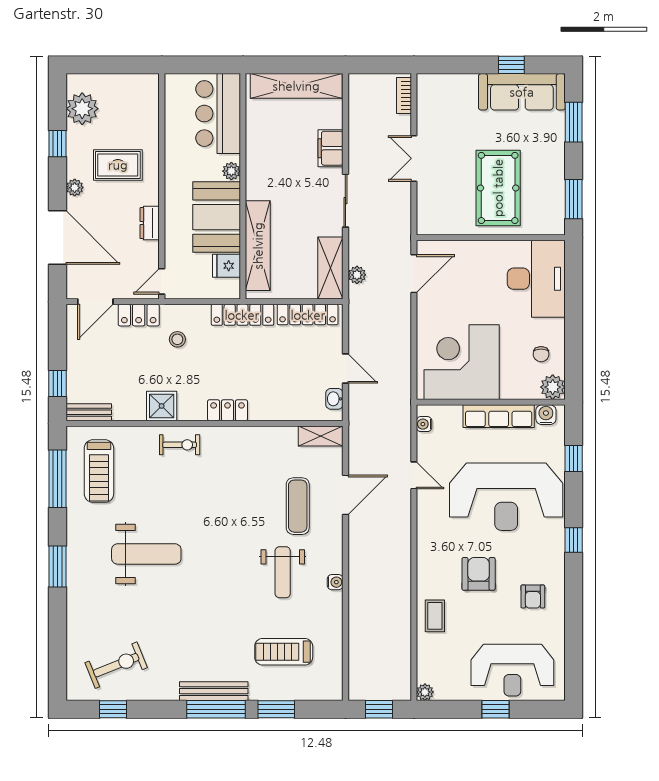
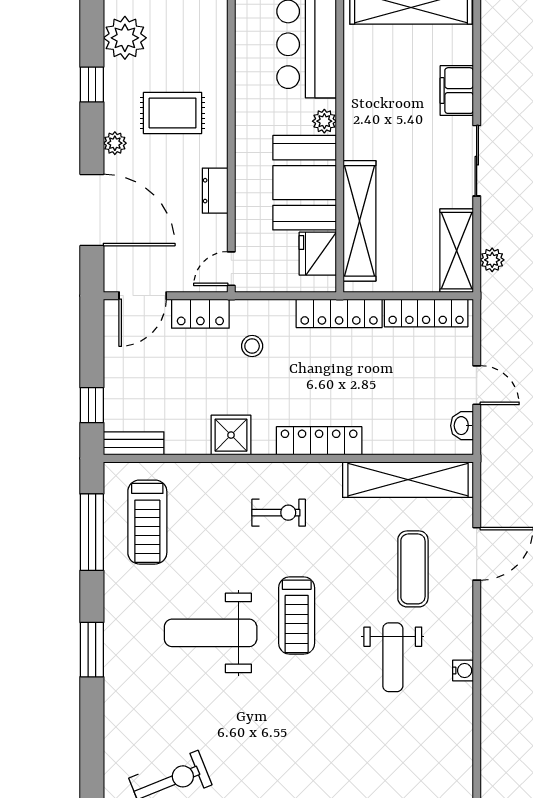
fridge: (226, 266) -> (318, 254), width x1.38
locker: (228, 410) -> (319, 441), width x1.53
shelving: (321, 436) -> (408, 480), width x2.20, depth x1.33
exercise bike: (180, 445) -> (279, 513), moved
weight bench: (146, 554) -> (211, 633), turned 180
treadmill: (284, 652) -> (297, 615), moved, turned -90

